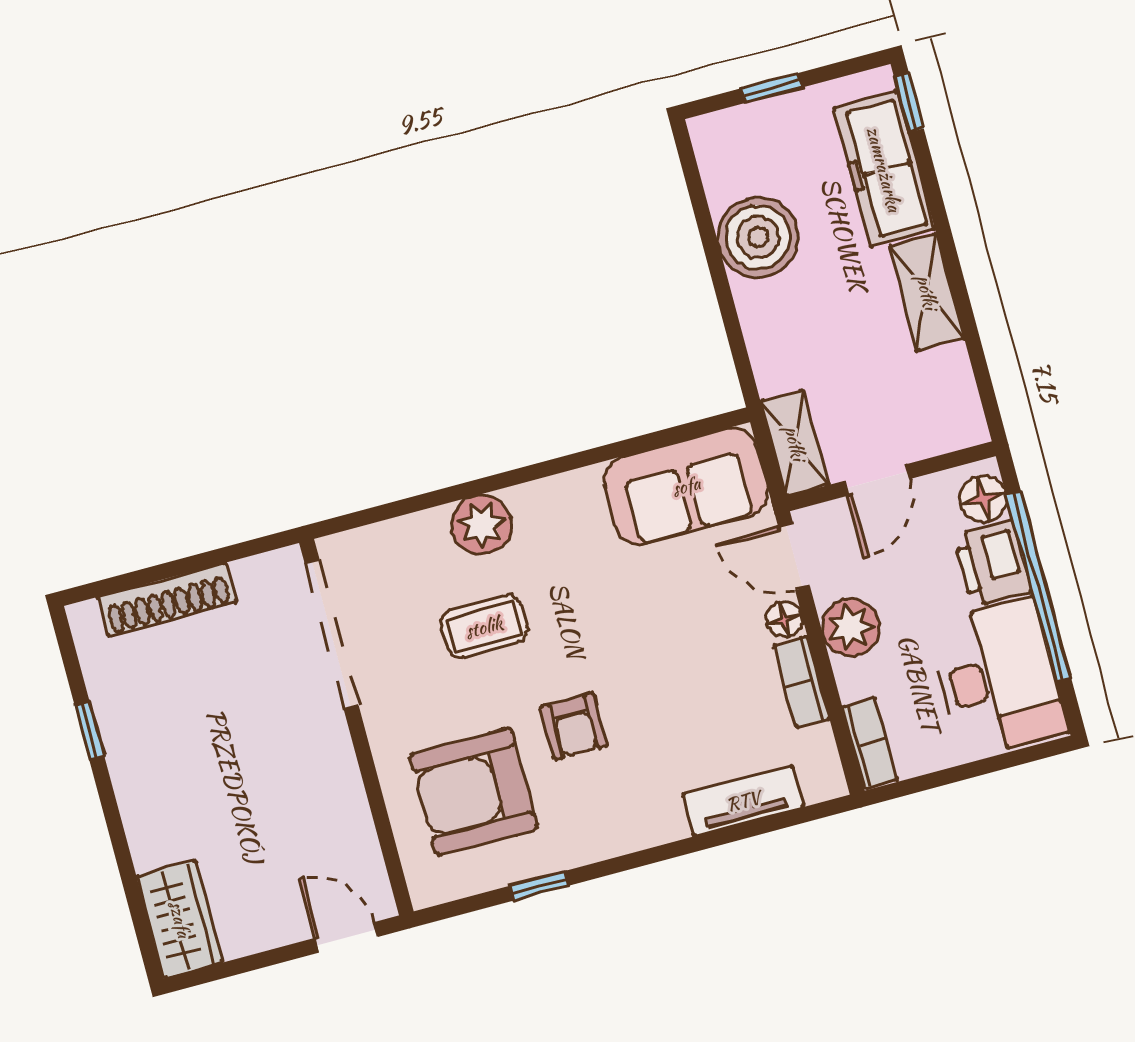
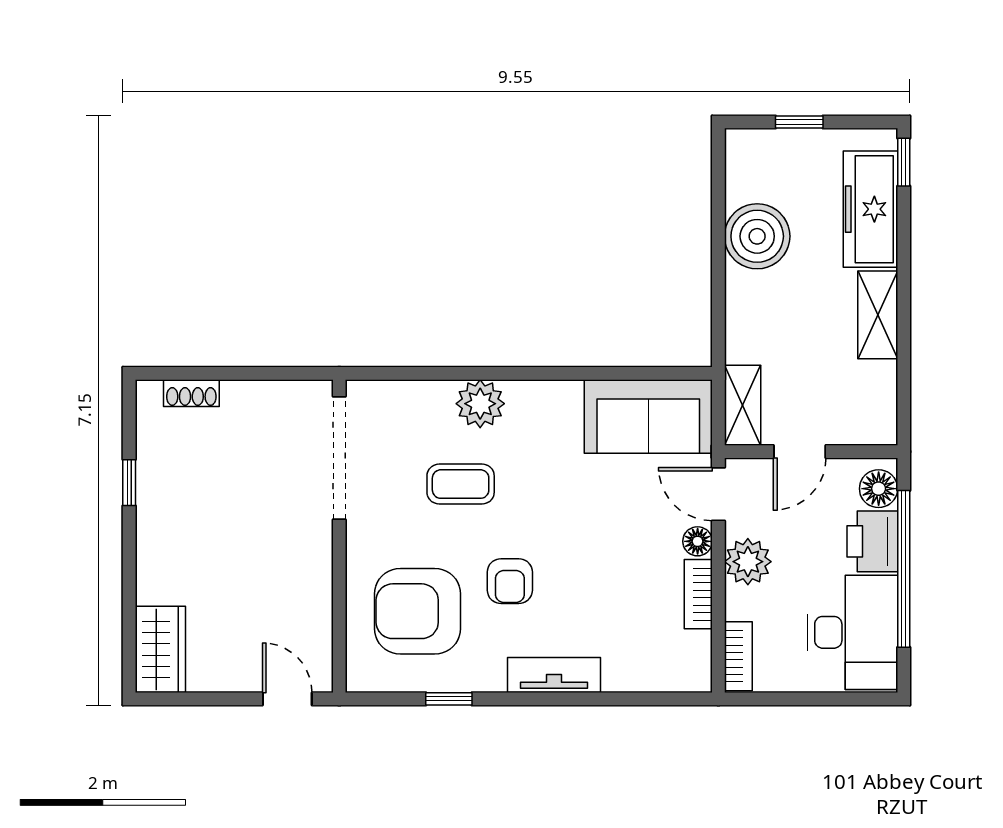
shoe rack: (167, 600) -> (191, 393), width x0.51, depth x0.81
tv unit: (743, 801) -> (554, 675), moved

